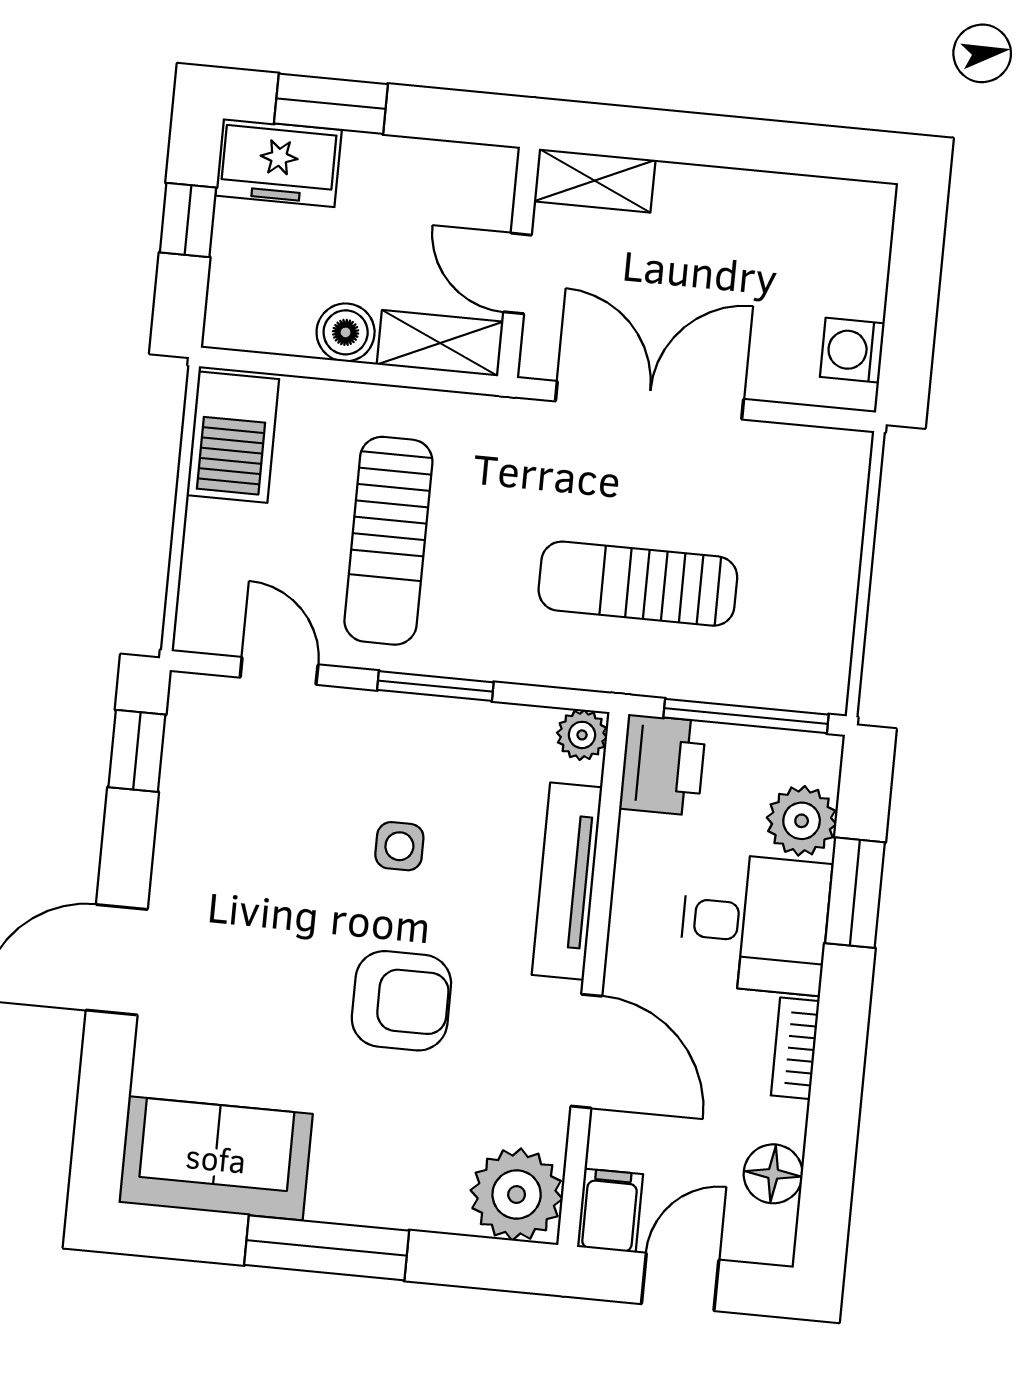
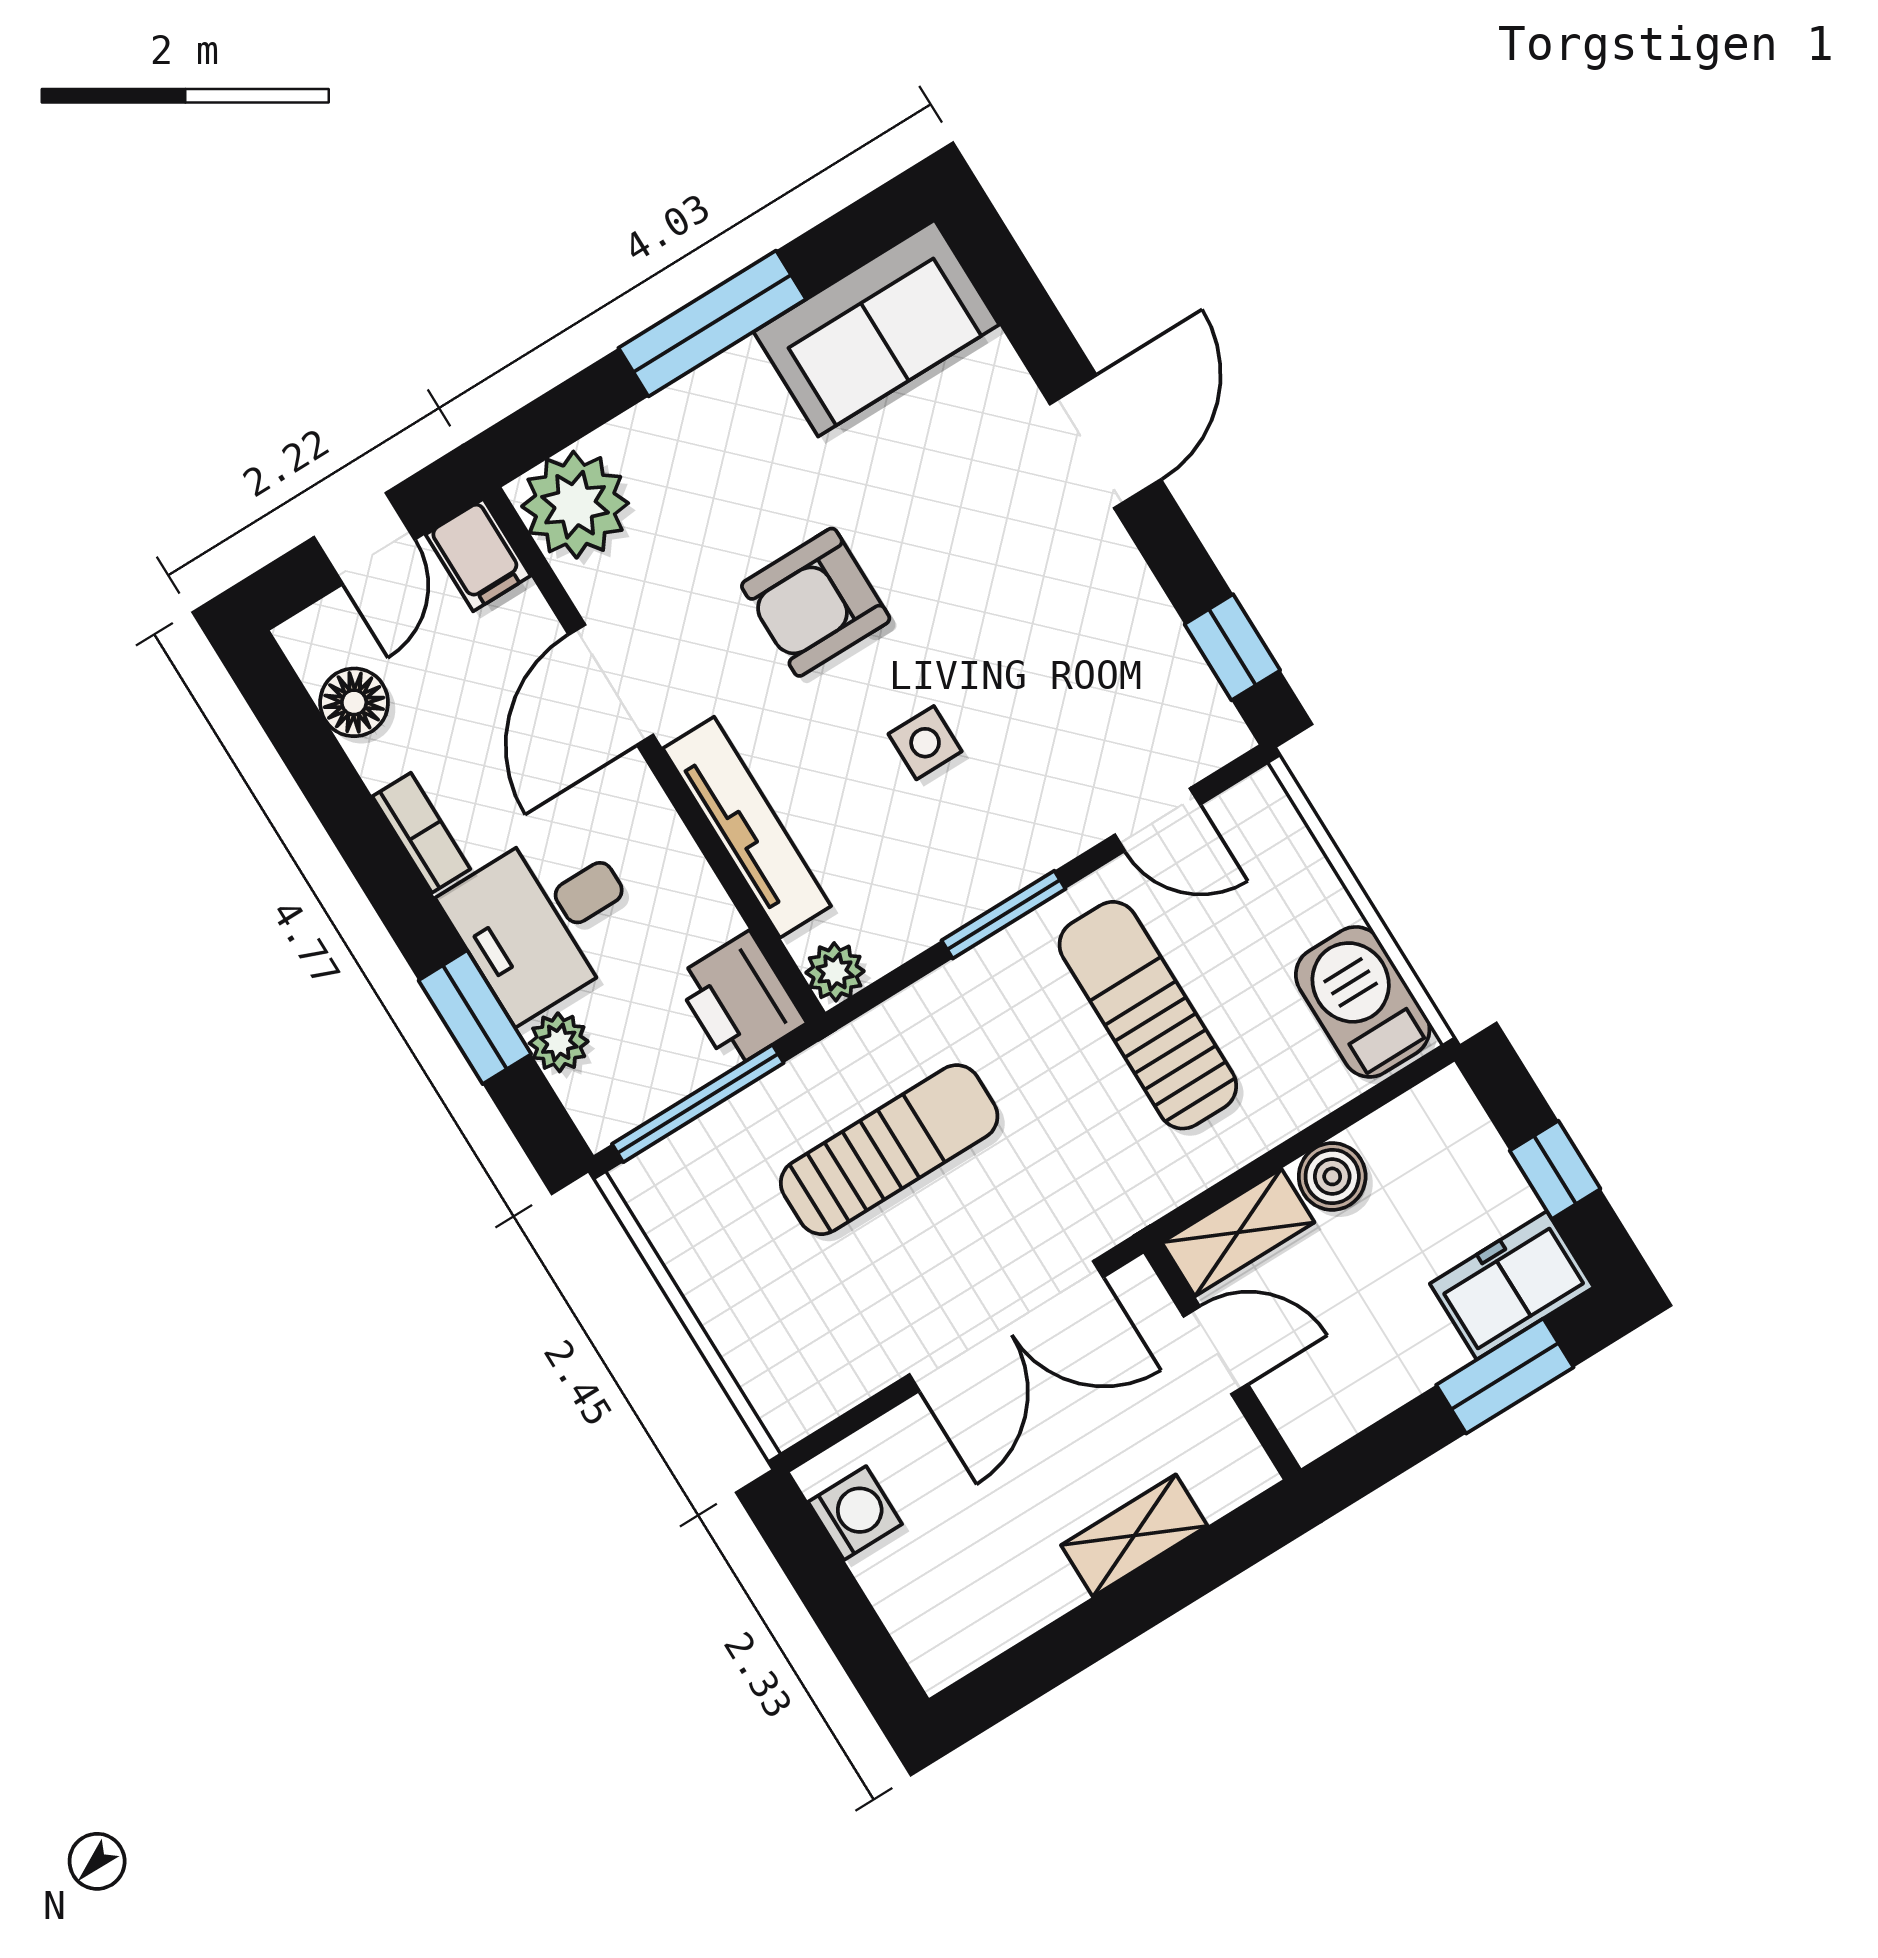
shelving: (595, 181) -> (1134, 1535), moved
plant: (802, 821) -> (559, 1042), width x0.73, depth x0.73
door: (586, 1051) -> (611, 685), hinge flipped

